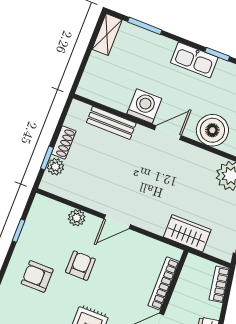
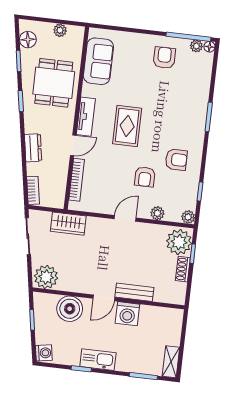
bench: (111, 123) -> (134, 292), moved
plant: (55, 167) -> (179, 242), width x1.87, depth x1.87
plant: (41, 204) -> (188, 217), added

